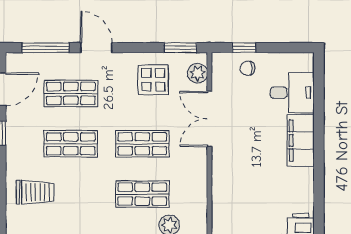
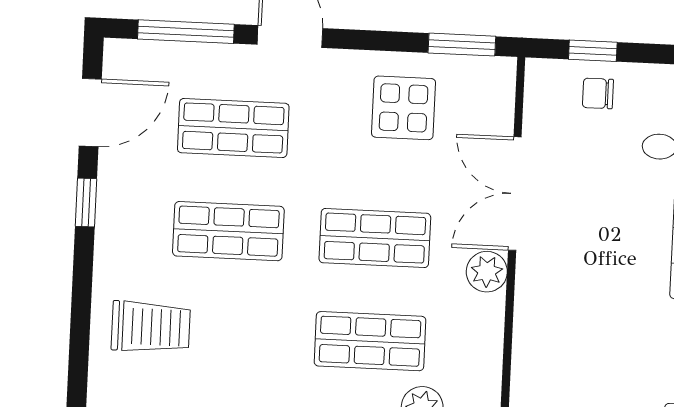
plant: (198, 73) -> (487, 272), moved

